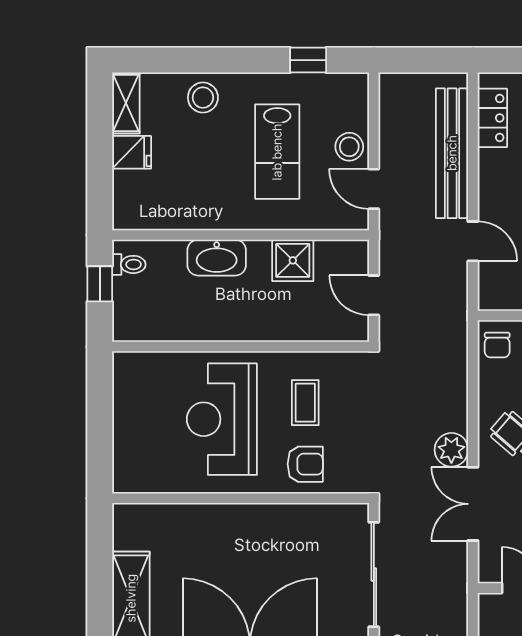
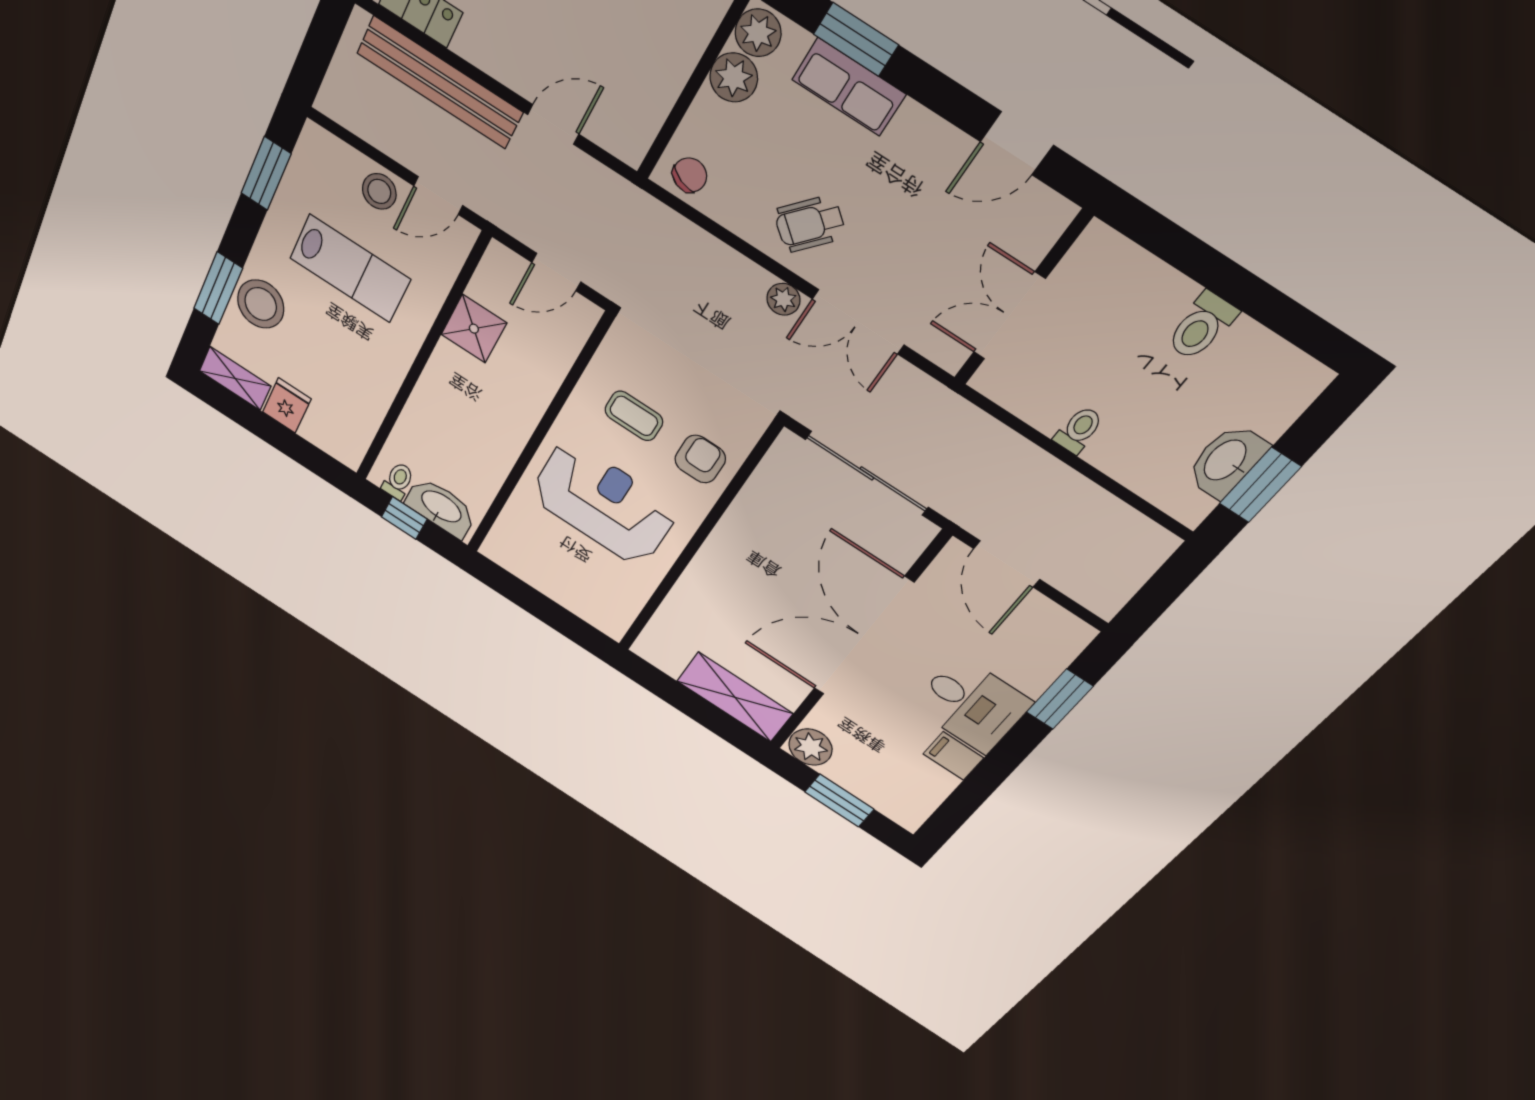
window: (193, 60) -> (218, 288), added
window: (308, 60) -> (266, 174), width x1.50
stool: (203, 98) -> (261, 304), width x1.38, depth x1.38
washbasin: (217, 258) -> (441, 507), moved, turned -90
chair: (497, 345) -> (690, 175), turned -67
reception desk: (222, 419) -> (603, 503), turned 180
plant: (451, 450) -> (783, 299), width x0.73, depth x0.73

